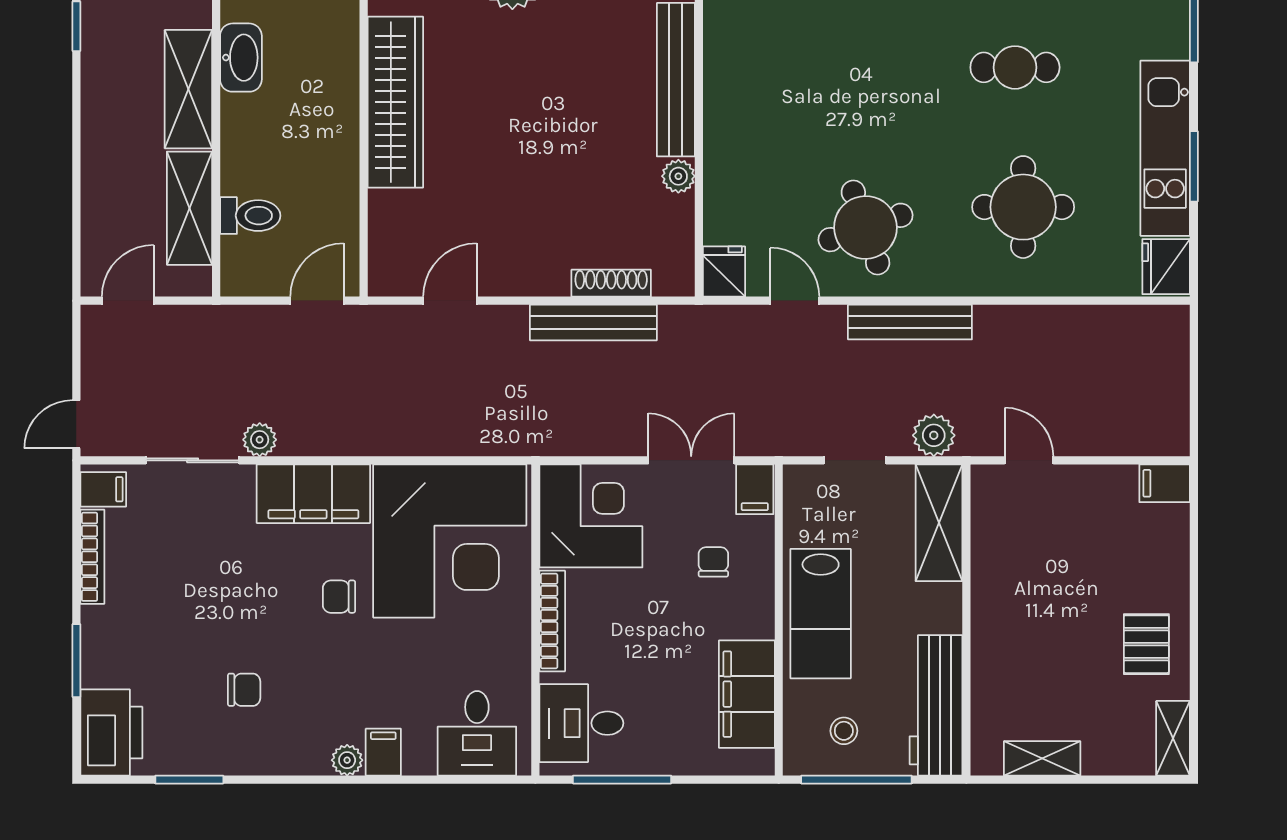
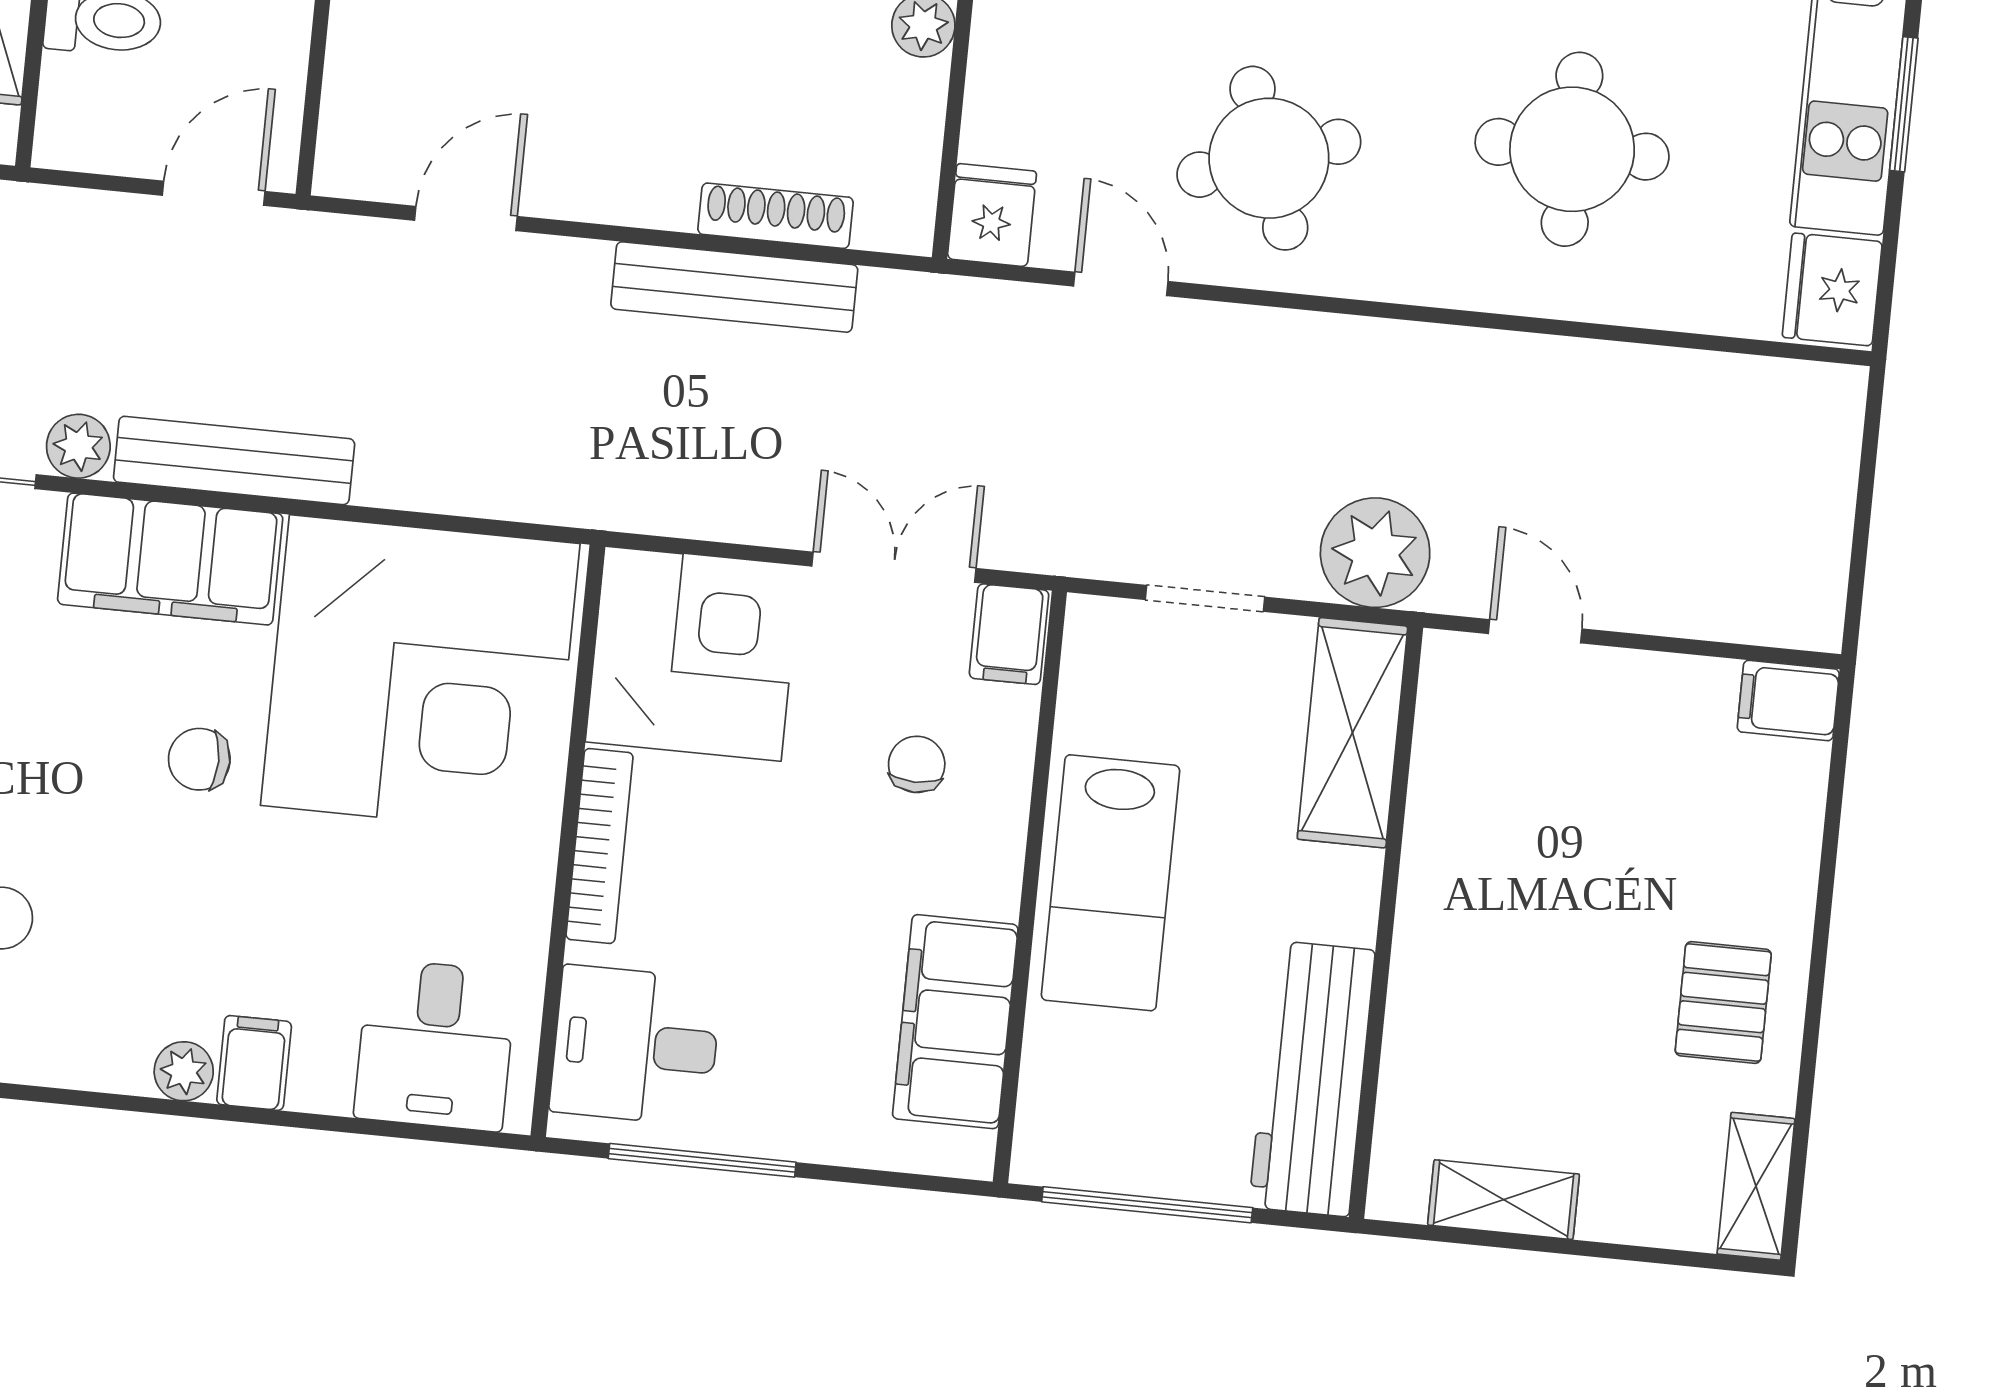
bench: (910, 322) -> (234, 460), moved
plant: (934, 435) -> (1375, 553), width x1.36, depth x1.36
stool: (844, 731) -> (1132, 1110), removed

